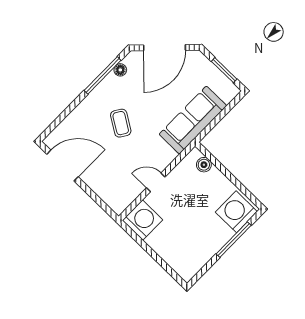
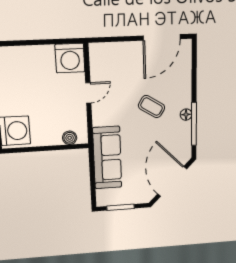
floor lamp: (120, 70) -> (186, 115), moved

